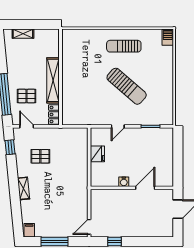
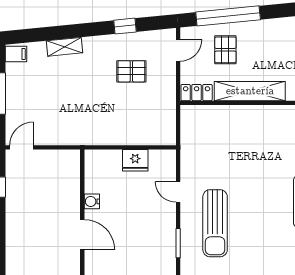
sun lounger: (127, 86) -> (215, 223), moved, turned -41
window: (10, 147) -> (125, 26), moved
pallet: (40, 156) -> (131, 71), turned 90
shelving: (23, 188) -> (64, 47), moved
door: (89, 227) -> (21, 147), hinge flipped

